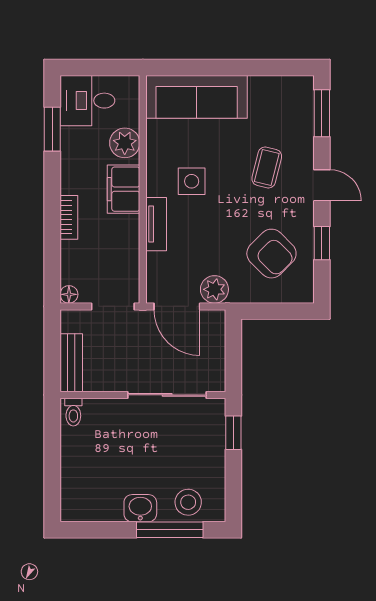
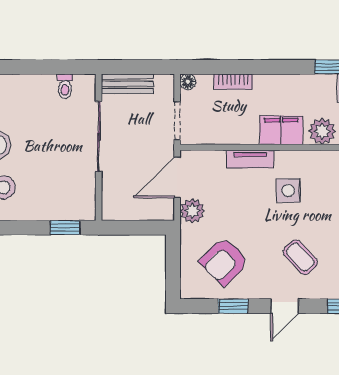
coffee table: (267, 168) -> (300, 257), turned 33
bookcase: (69, 217) -> (233, 82), moved
sliding door: (167, 395) -> (99, 137), moved
toilet: (73, 412) -> (65, 86), moved, turned -90

